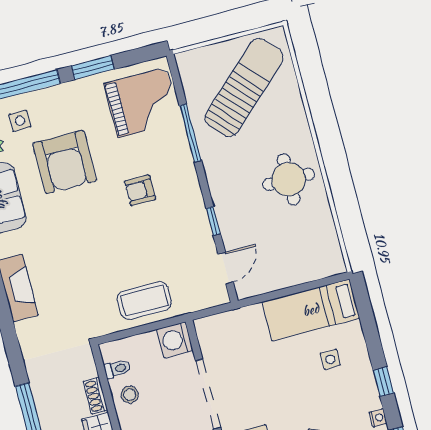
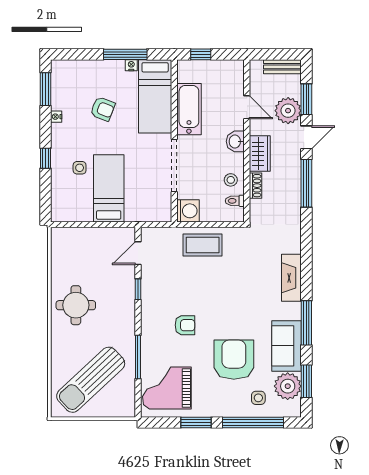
bed: (311, 310) -> (109, 188), moved, turned -90
window: (383, 382) -> (45, 158), moved

